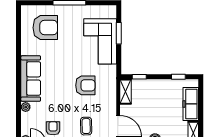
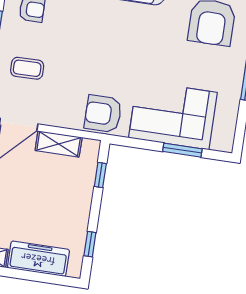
armchair: (85, 85) -> (103, 114), moved, turned 90
shelving: (125, 92) -> (59, 144), moved

